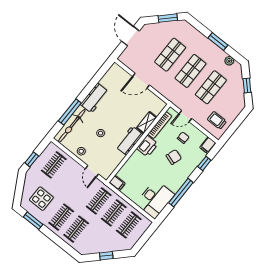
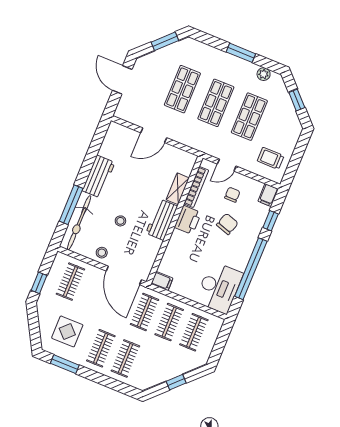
door: (92, 171) -> (124, 275), width x1.87
window: (181, 193) -> (251, 269), width x1.46

